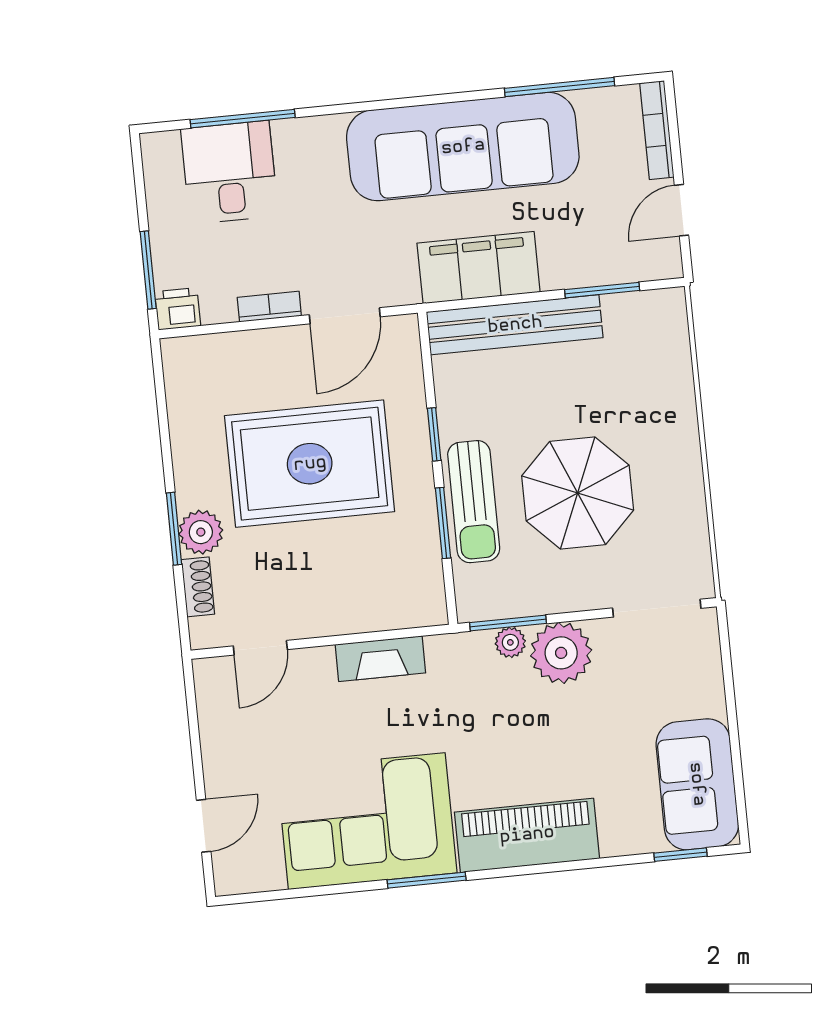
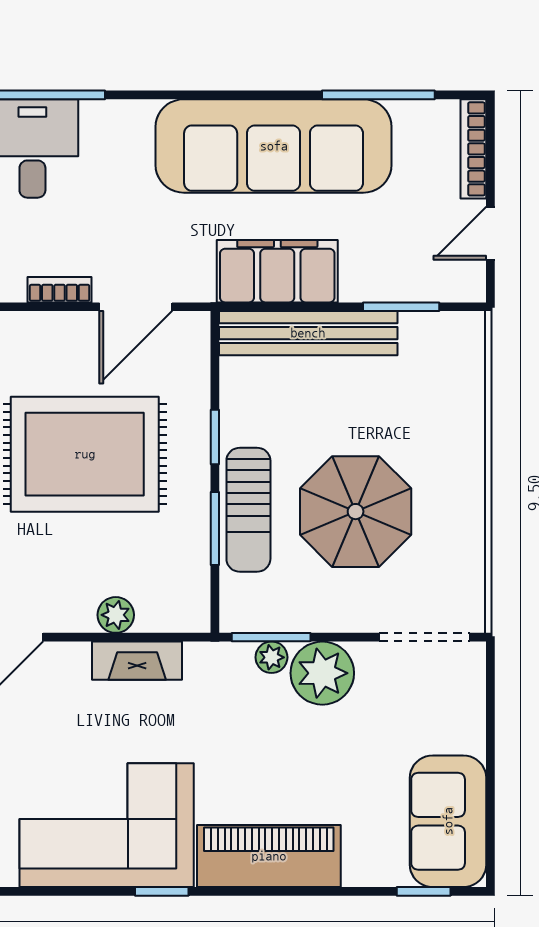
plant: (355, 616) -> (116, 615), added
window: (427, 880) -> (162, 891), width x0.67

